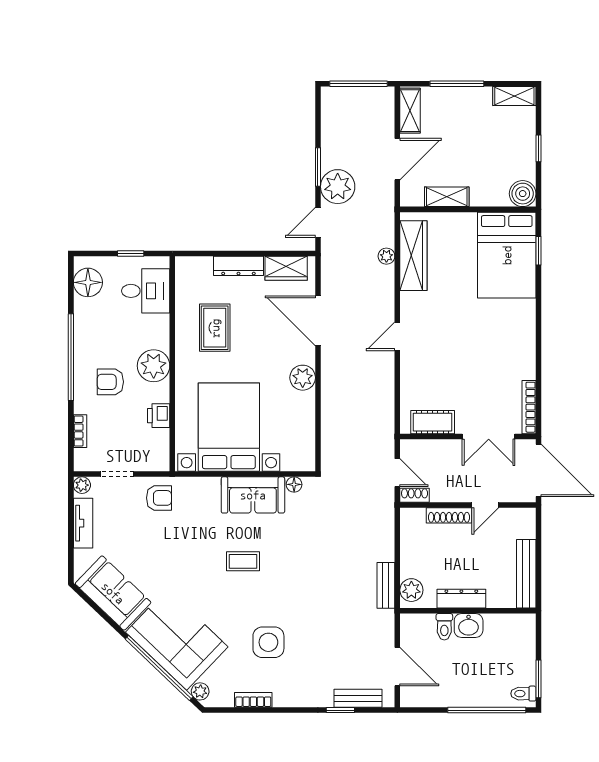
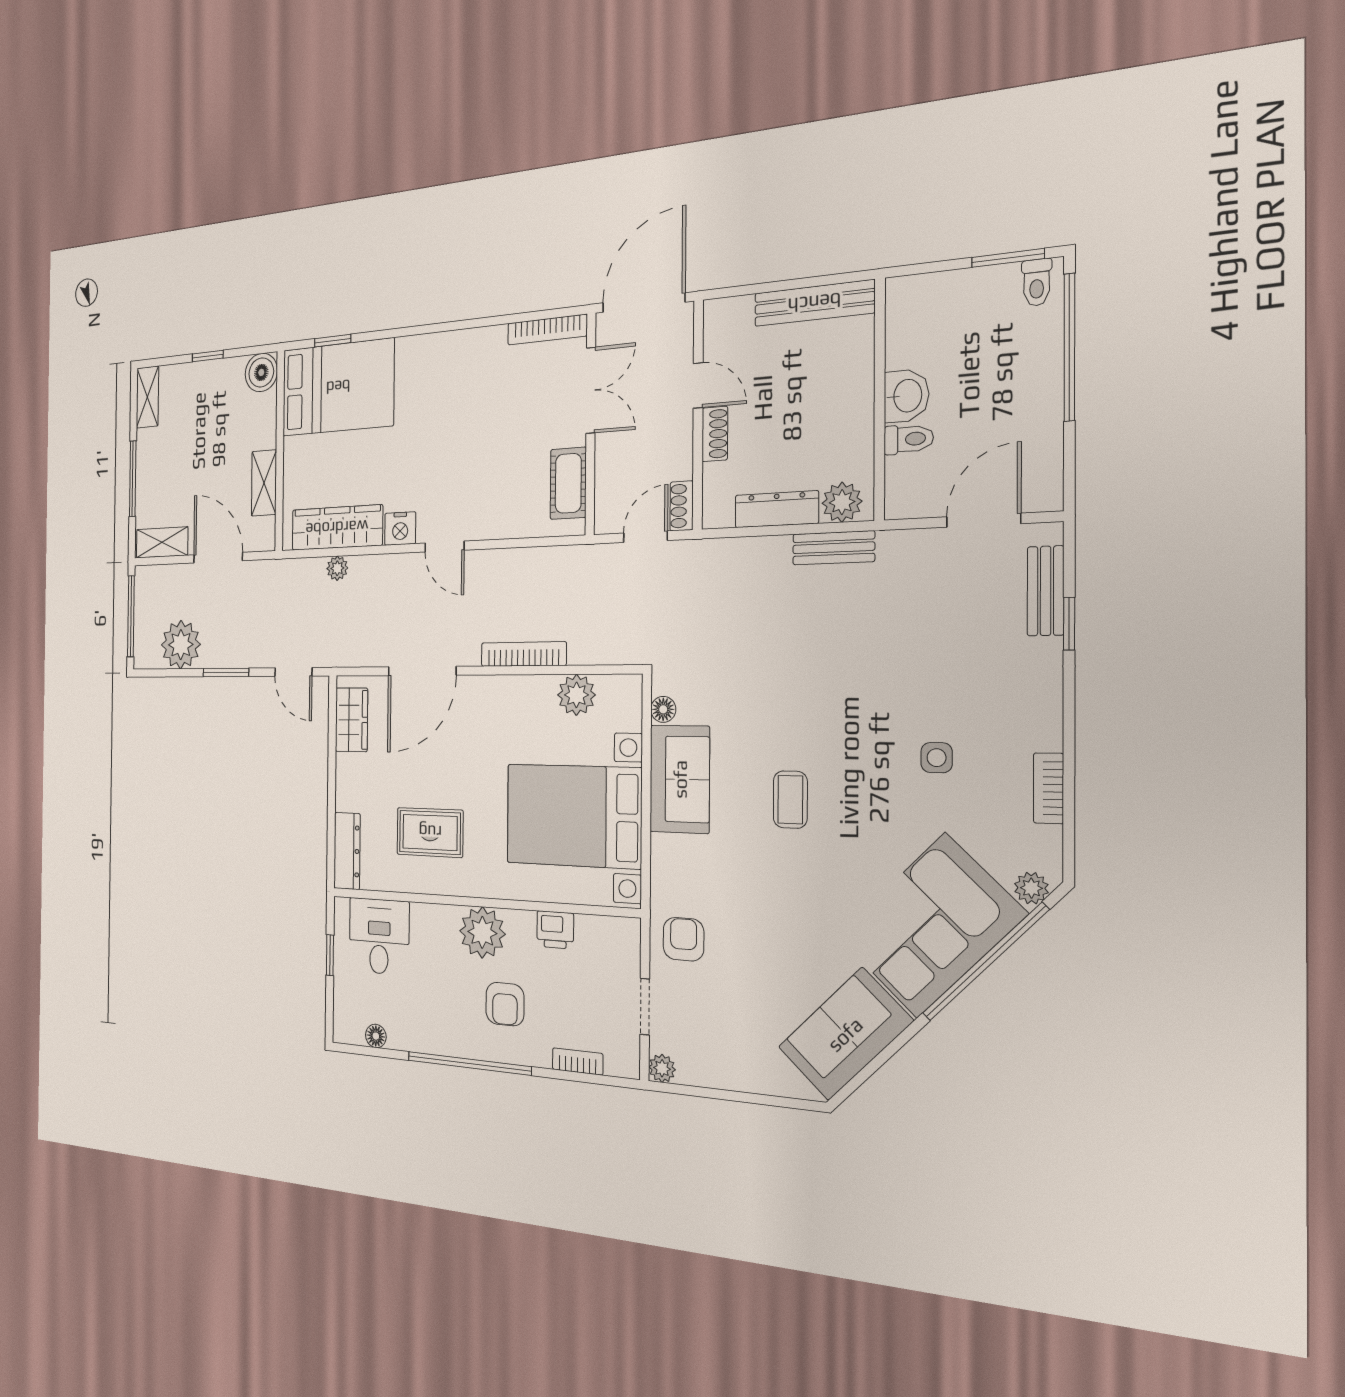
plant: (338, 187) -> (181, 645), moved
dresser: (238, 266) -> (347, 851), moved
floor lamp: (88, 282) -> (376, 1036), width x0.53, depth x0.53
nightstand: (410, 304) -> (400, 529), added
plant: (303, 378) -> (576, 695), moved
bookcase: (328, 393) -> (524, 654), added
shoe rack: (449, 515) -> (715, 434), width x0.70
tv unit: (83, 523) -> (724, 1074), removed
dresser: (461, 599) -> (777, 509), moved, turned 90
side table: (268, 642) -> (937, 758), width x0.54, depth x0.54

